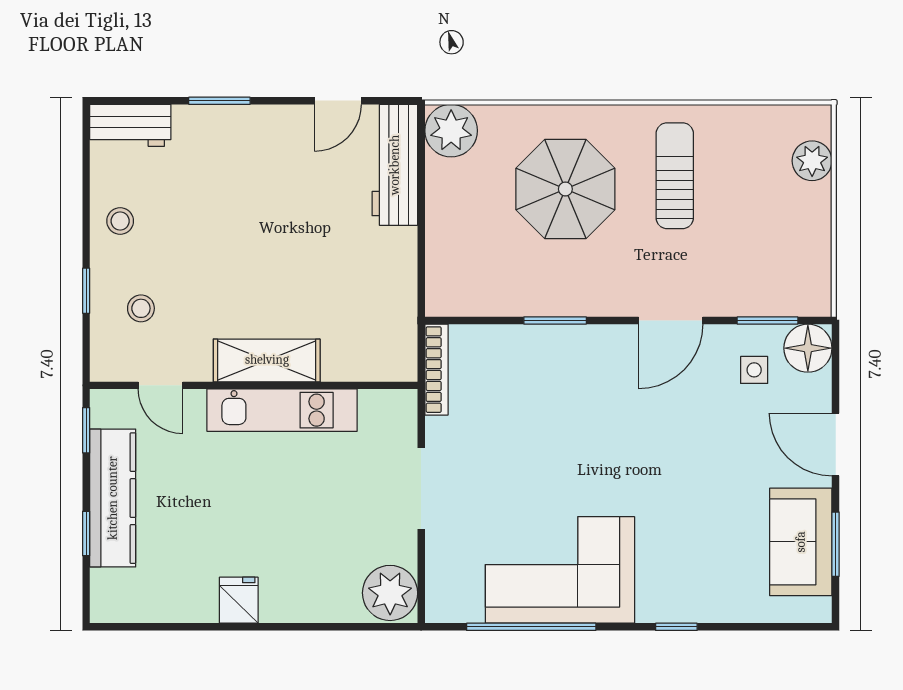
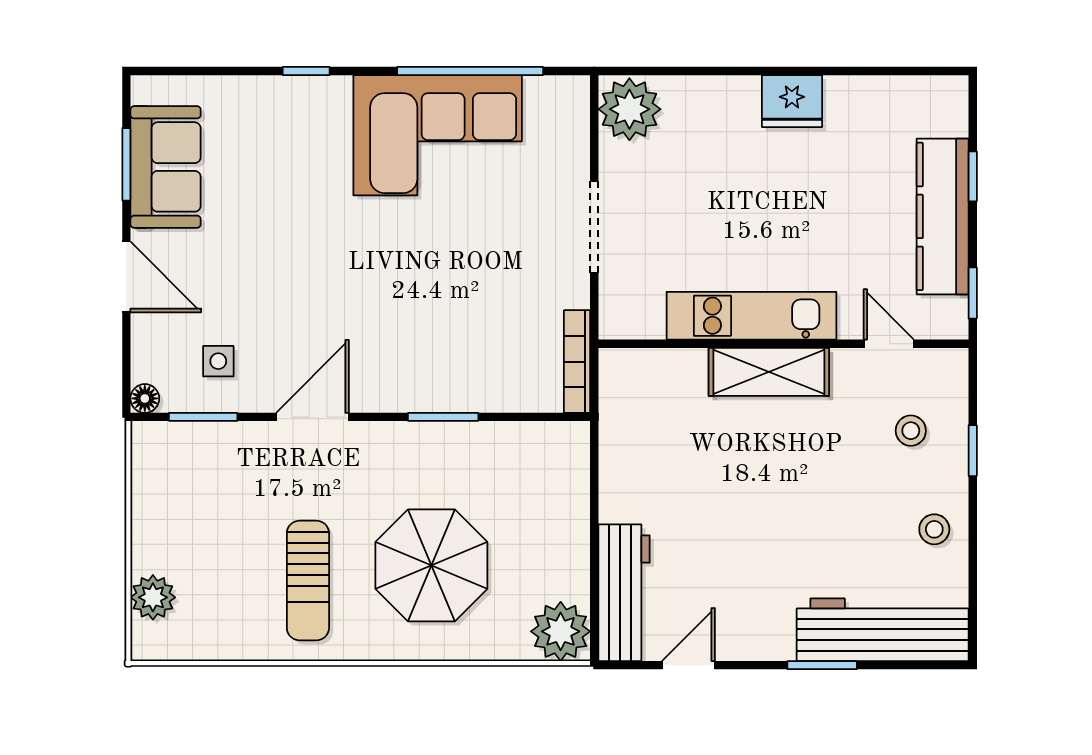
workbench: (130, 125) -> (883, 630), width x1.88, depth x1.32
floor lamp: (808, 348) -> (145, 398), width x0.53, depth x0.53
fridge: (239, 600) -> (792, 101), width x1.38

